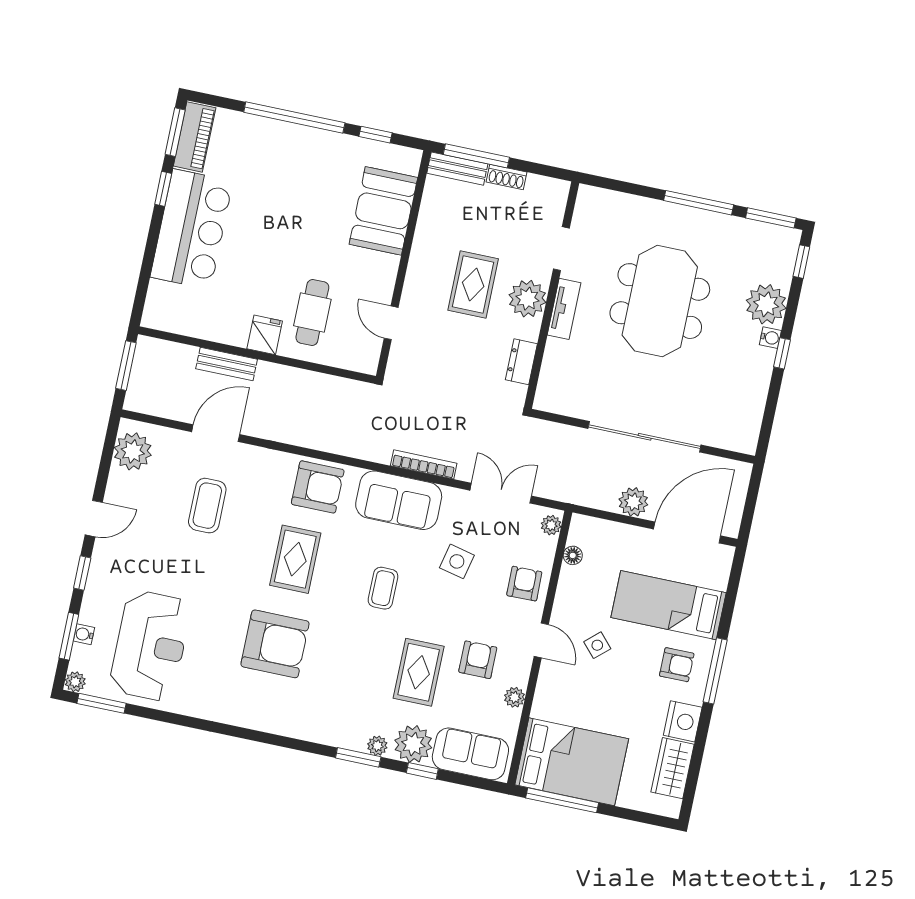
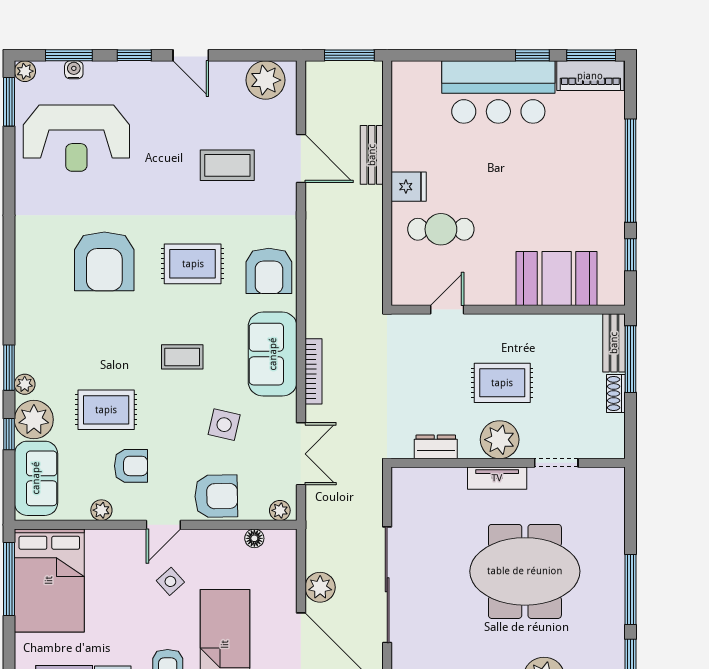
armchair: (524, 584) -> (216, 496), width x1.38, depth x1.38

